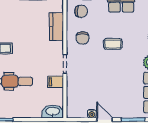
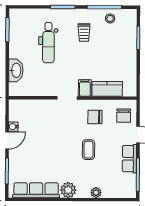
filing cabinet: (56, 82) -> (85, 88), moved
washbasin: (53, 112) -> (16, 70), moved

